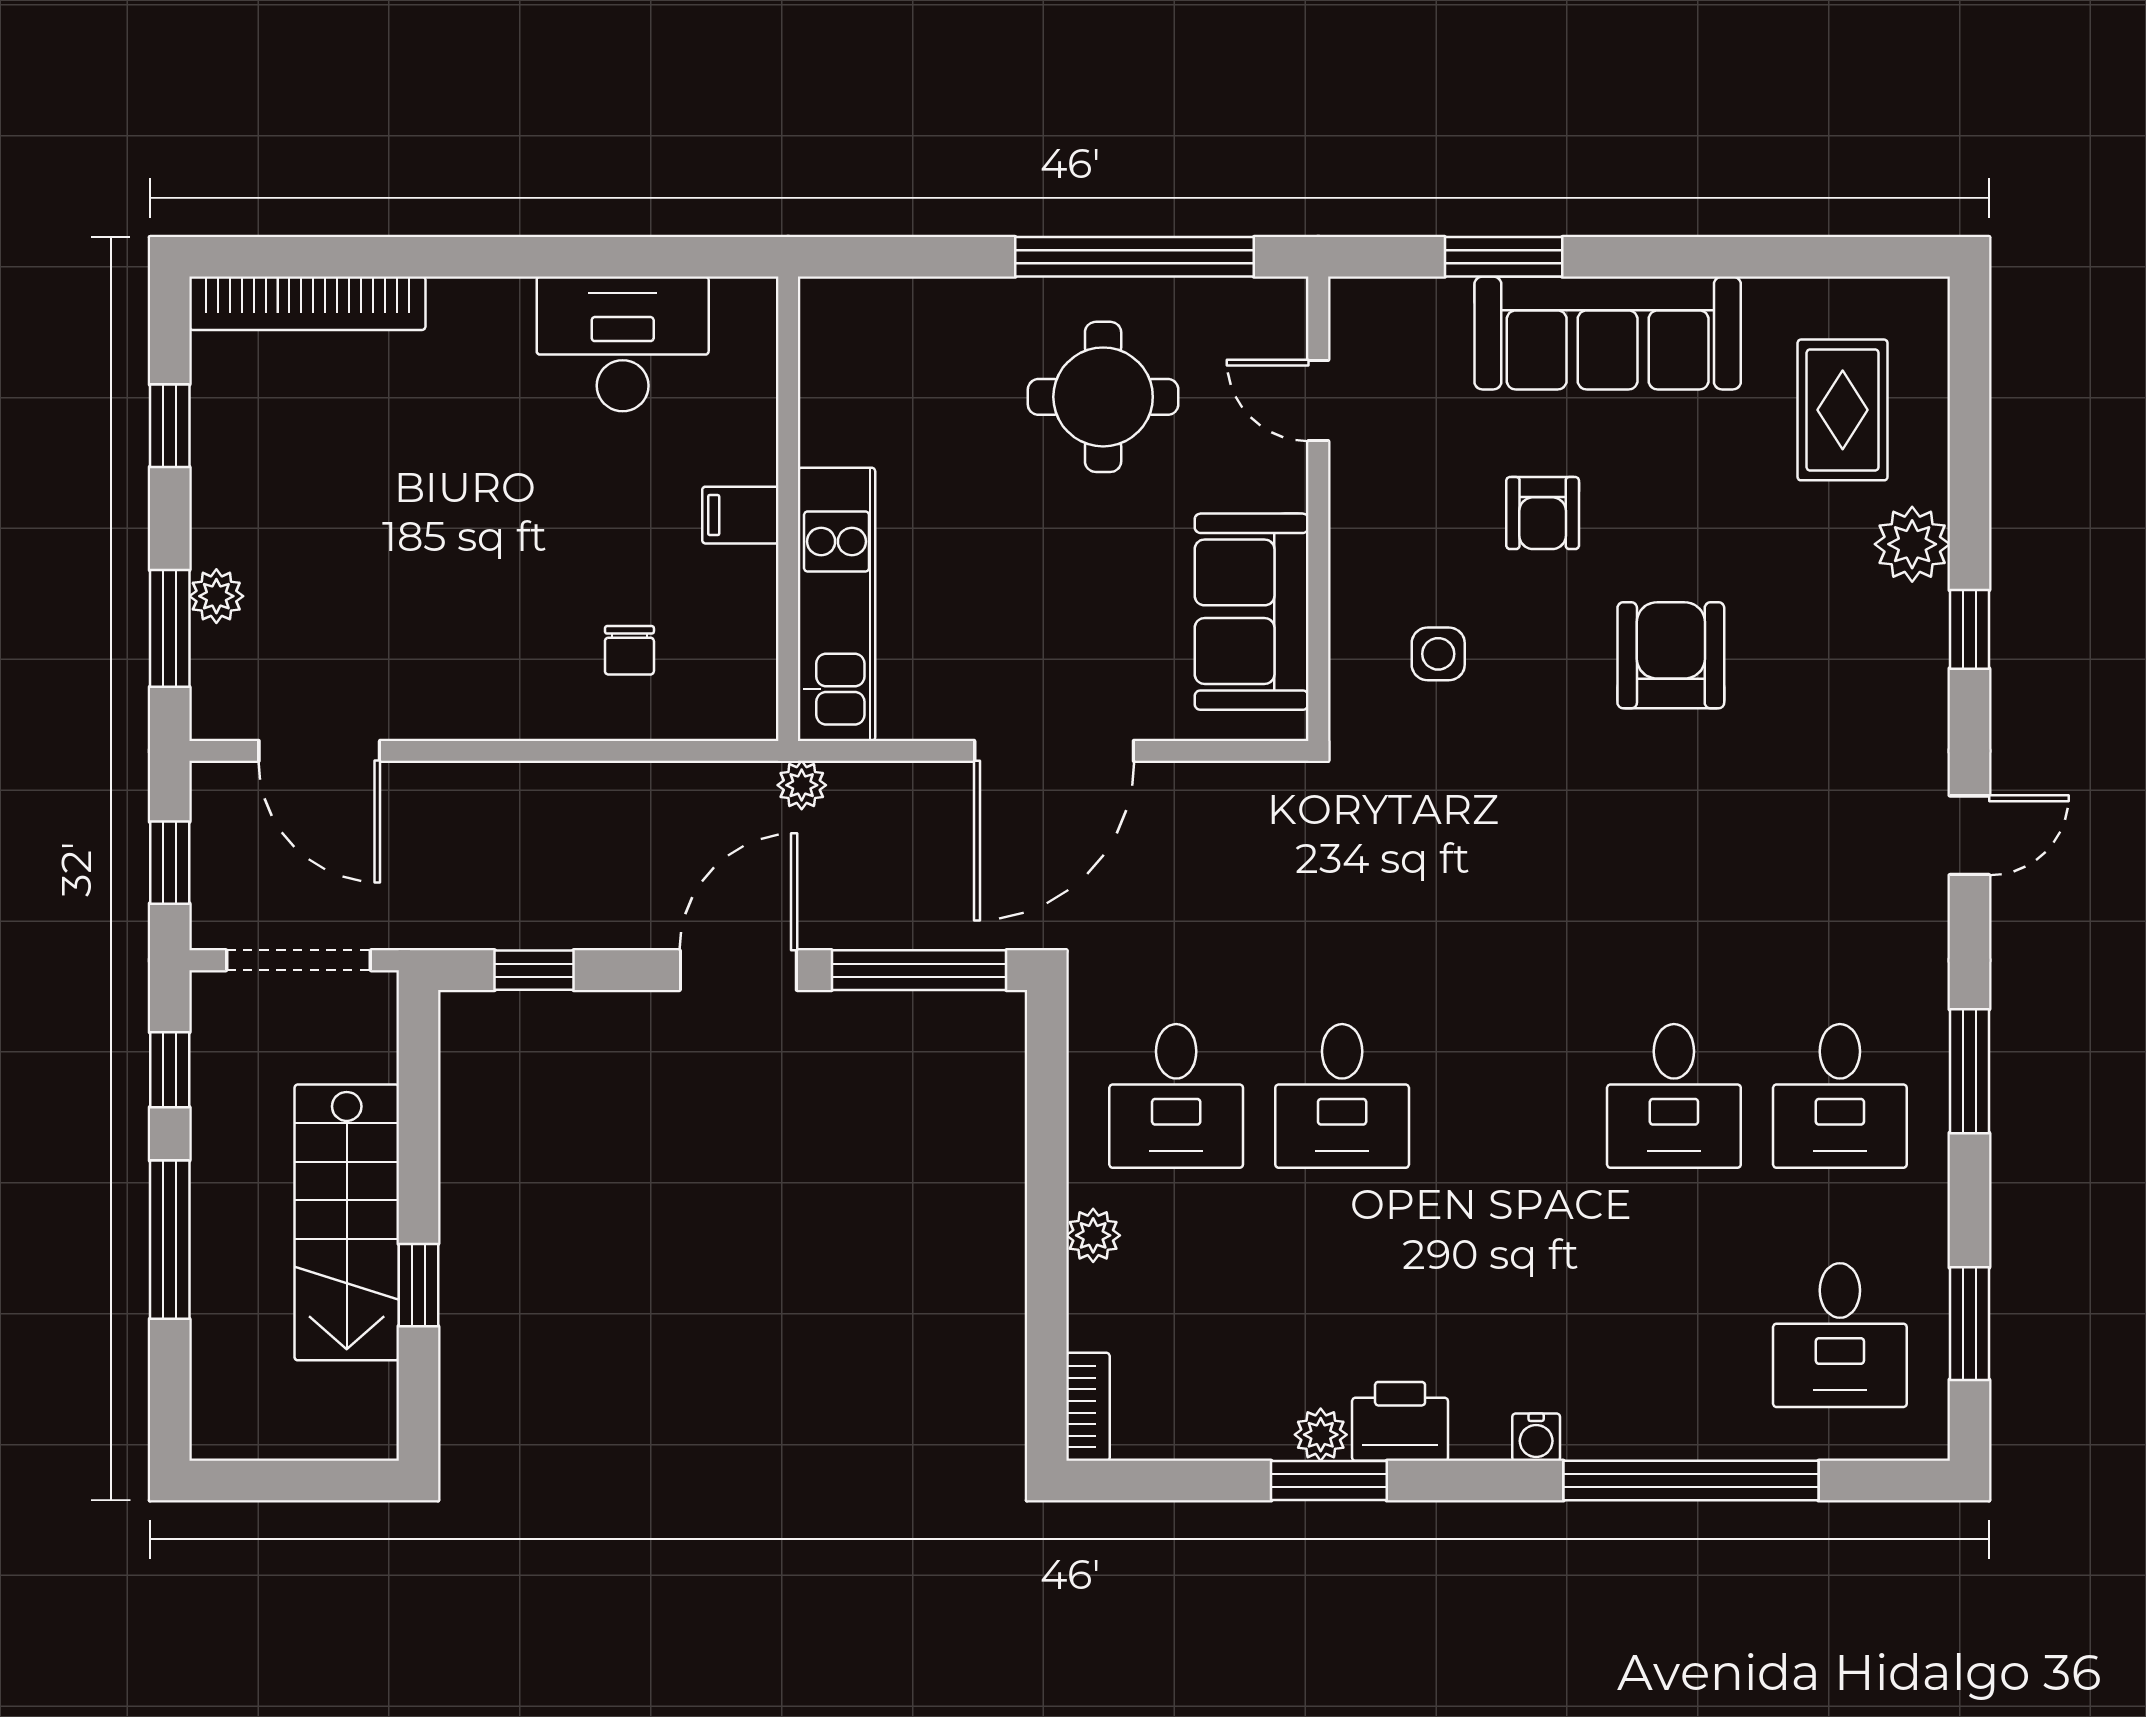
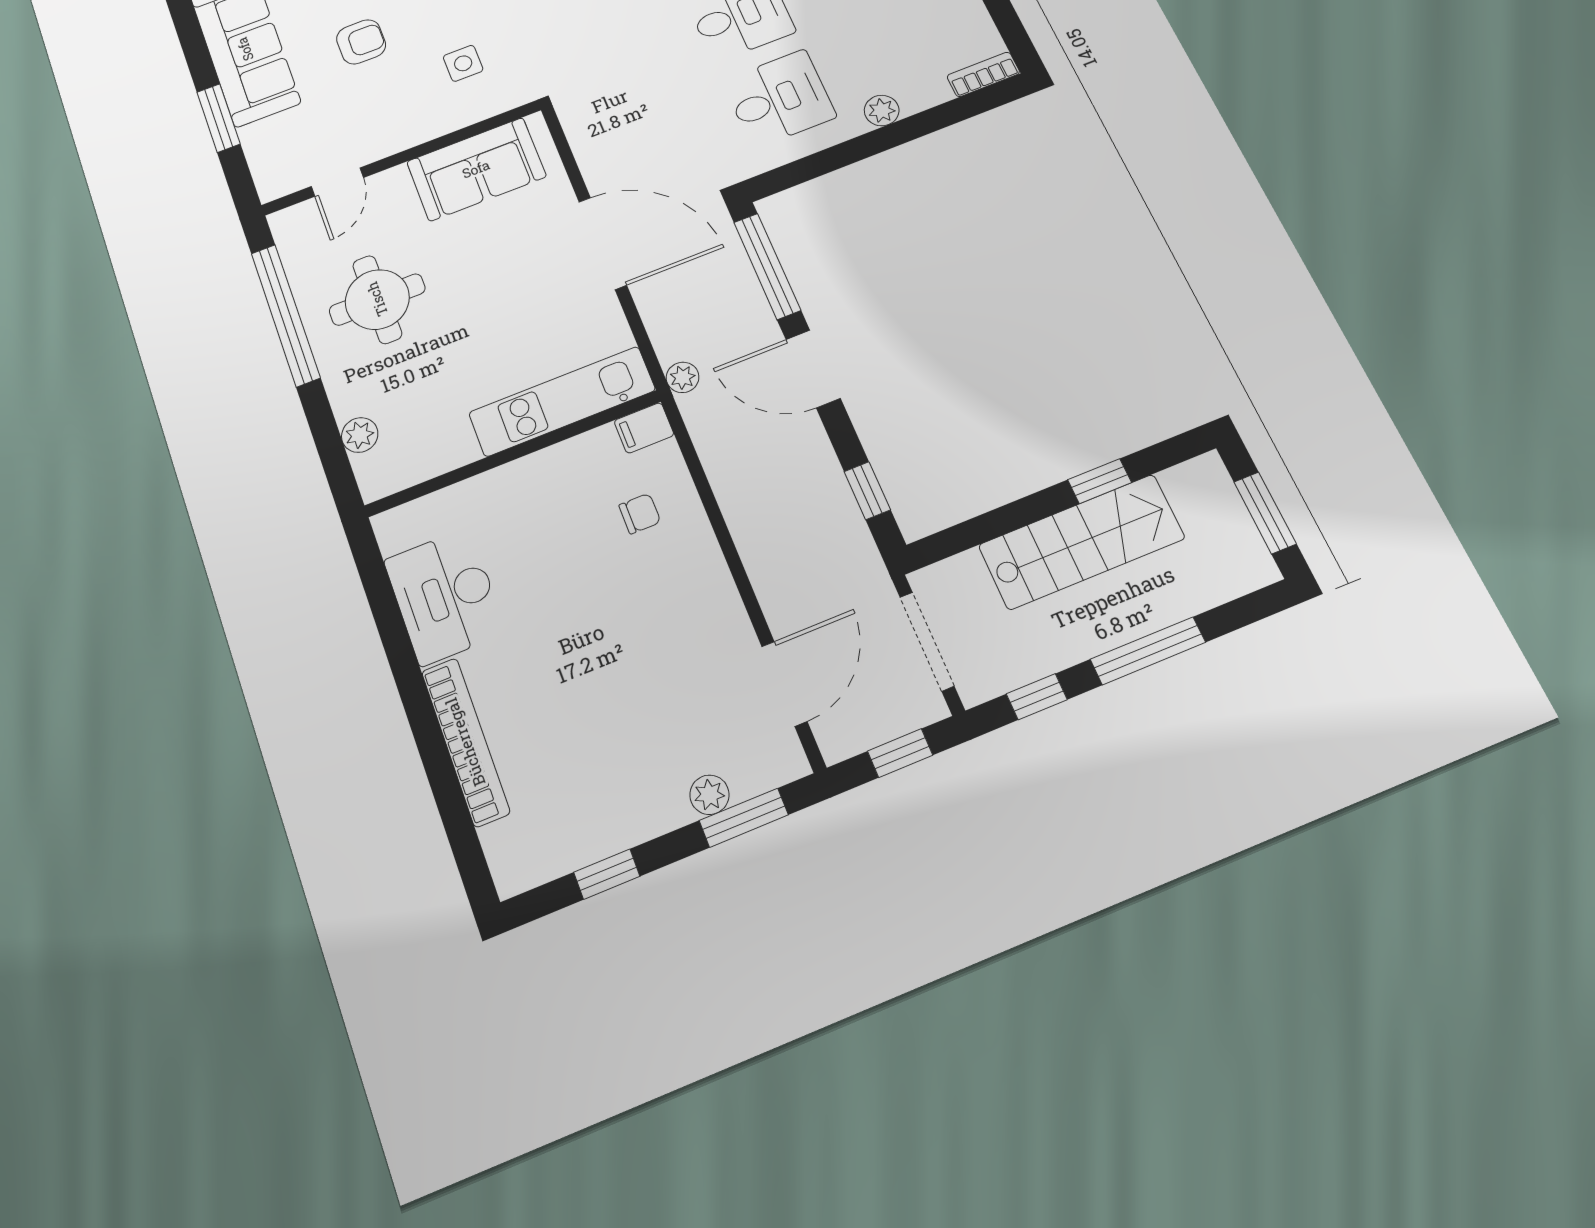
bookcase: (307, 303) -> (465, 742), moved
plant: (905, 304) -> (360, 435), added
filing cabinet: (740, 515) -> (644, 428), moved, turned 90
window: (286, 1481) -> (1265, 513), added

